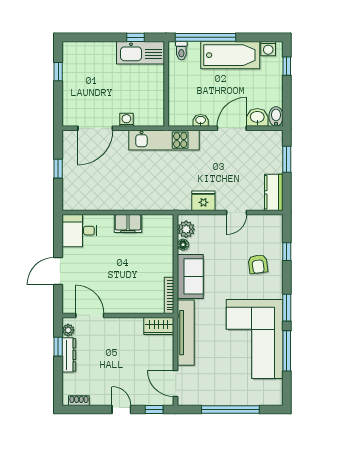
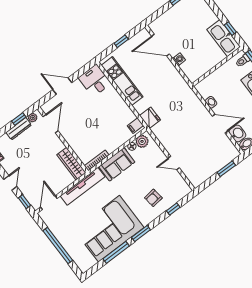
kitchen unit: (164, 140) -> (122, 81), moved, turned 180
kitchen counter: (274, 192) -> (202, 176), removed
fridge: (203, 201) -> (150, 118), moved
filing cabinet: (128, 224) -> (135, 126), moved, width x0.50
wardrobe: (159, 326) -> (71, 164), width x1.50

